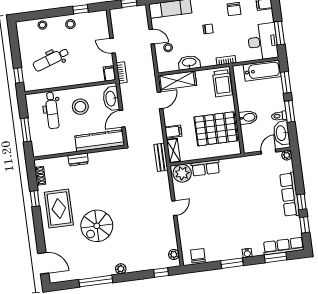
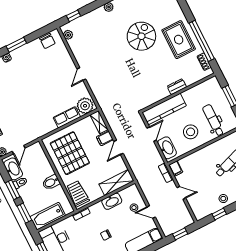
door: (160, 100) -> (118, 147), moved
bidet: (248, 117) -> (51, 182), moved
pallet: (216, 129) -> (70, 153), turned 90
bench: (161, 157) -> (108, 113), removed
window: (35, 199) -> (202, 41), width x3.17

